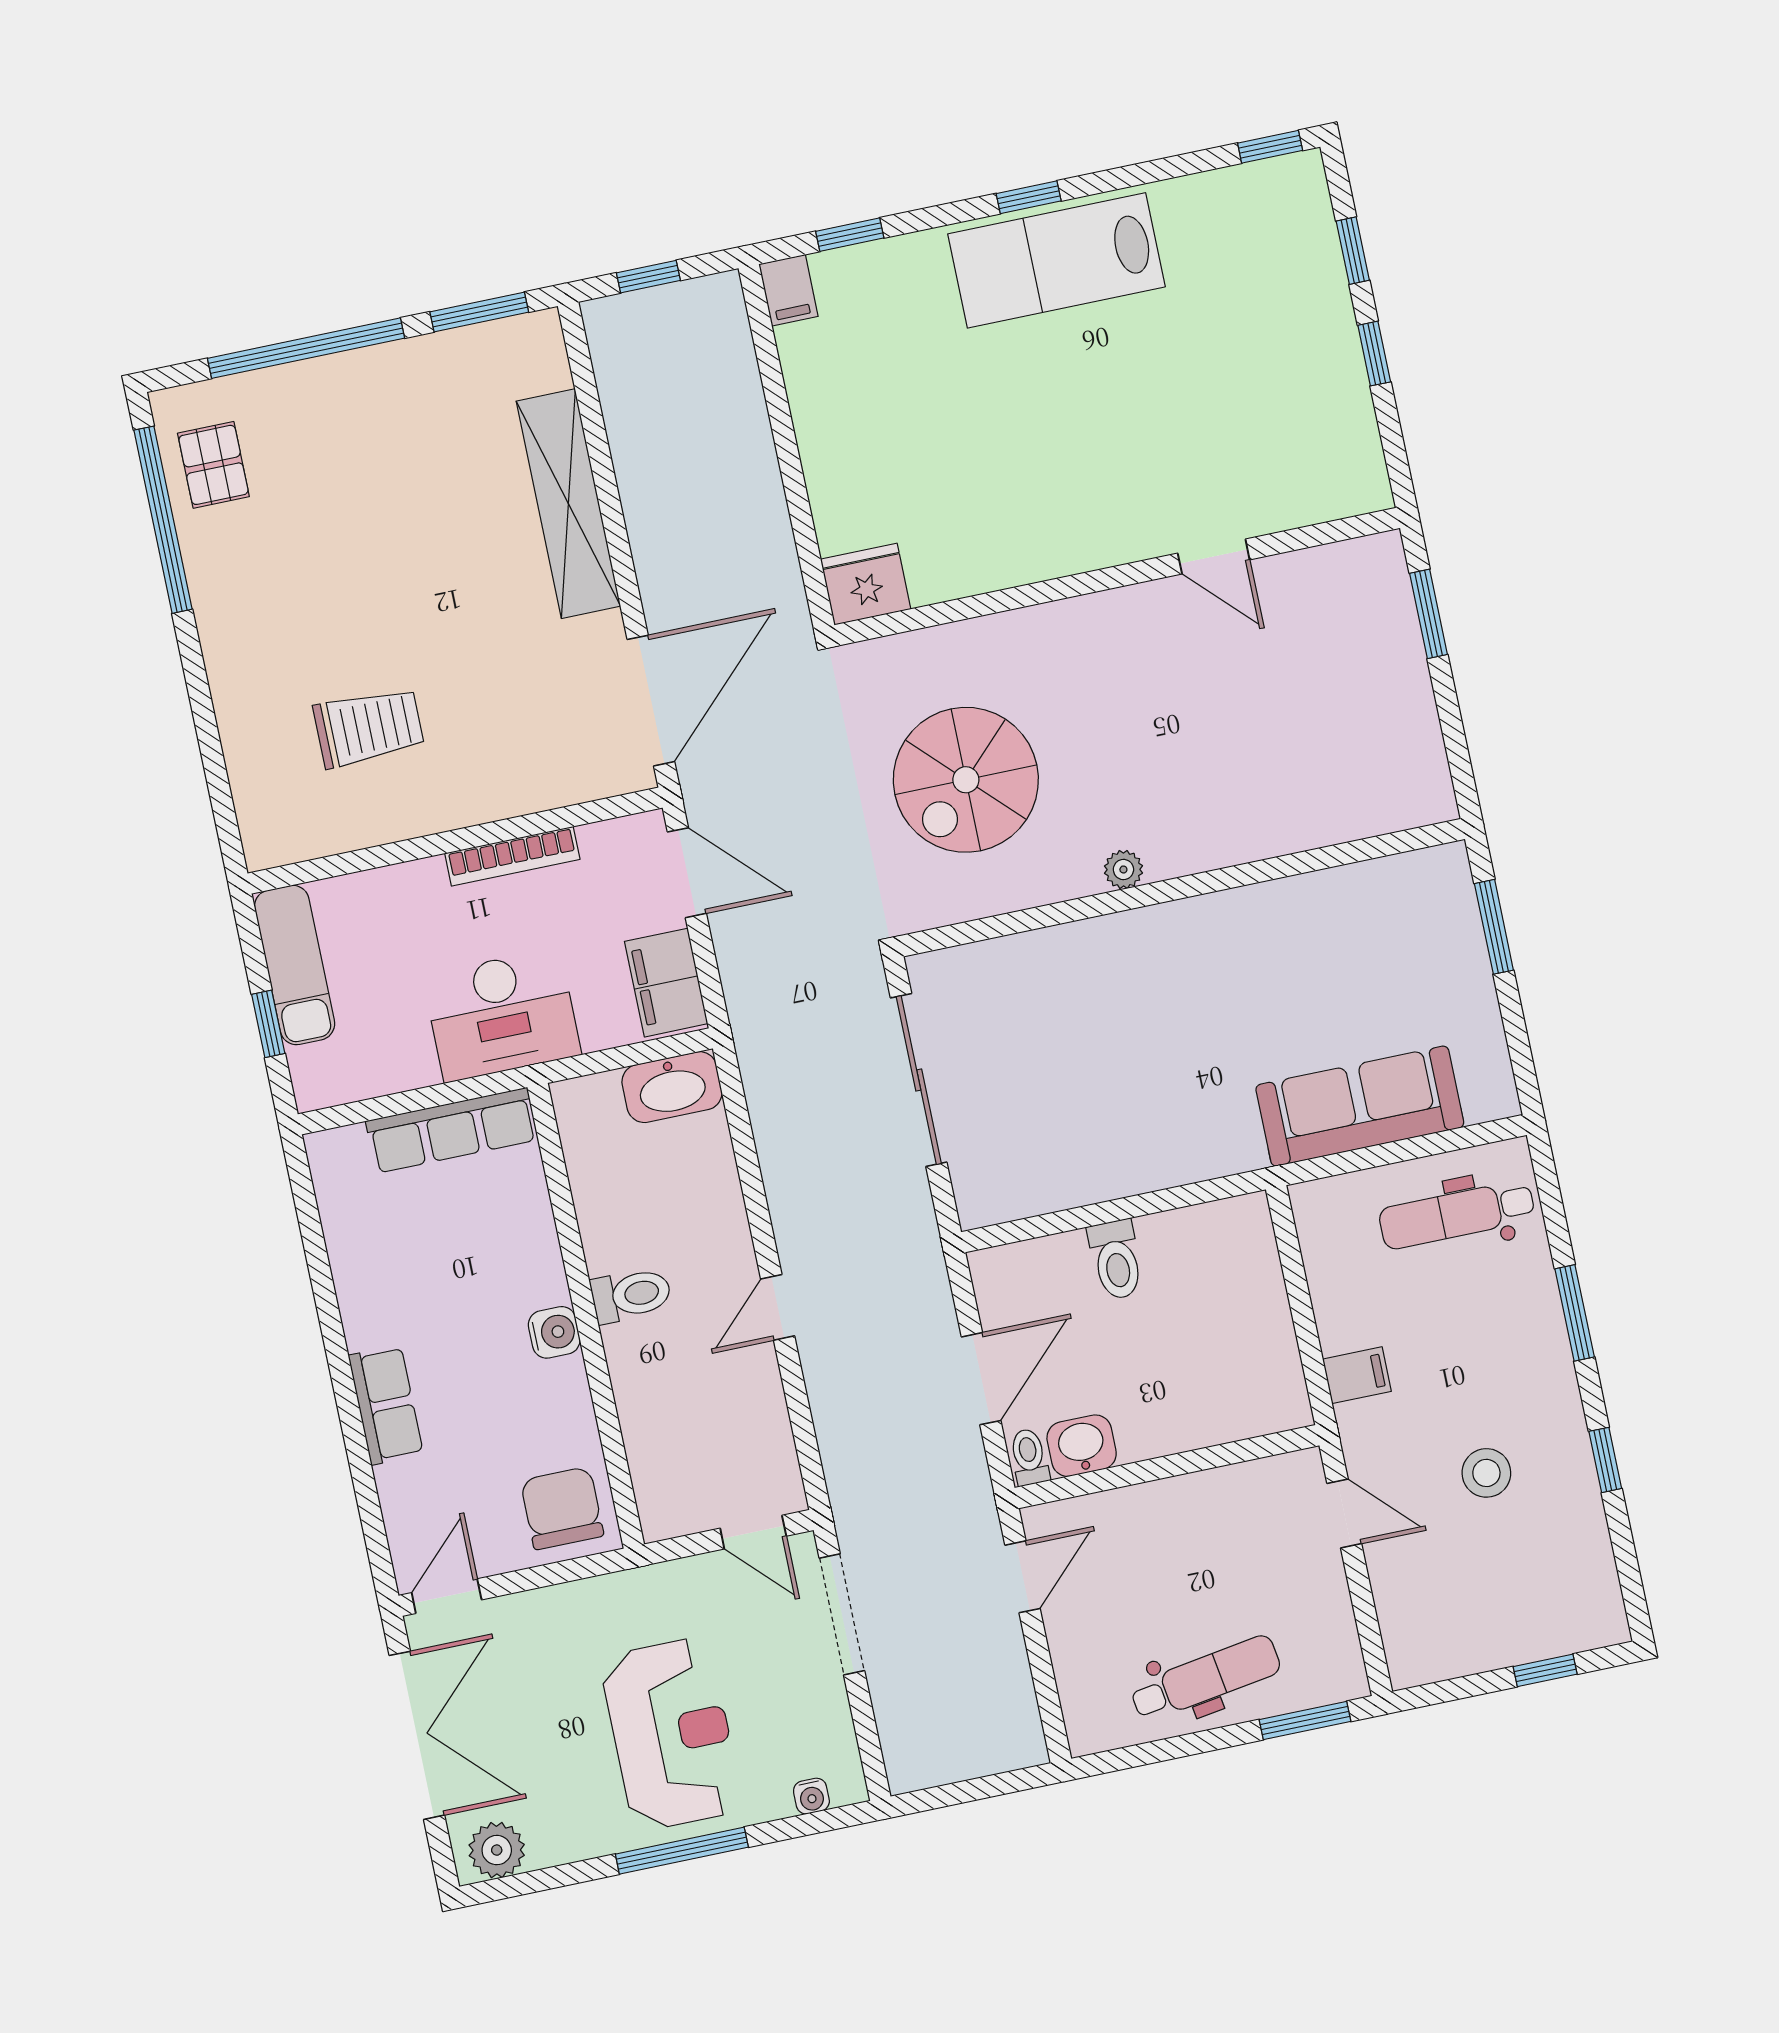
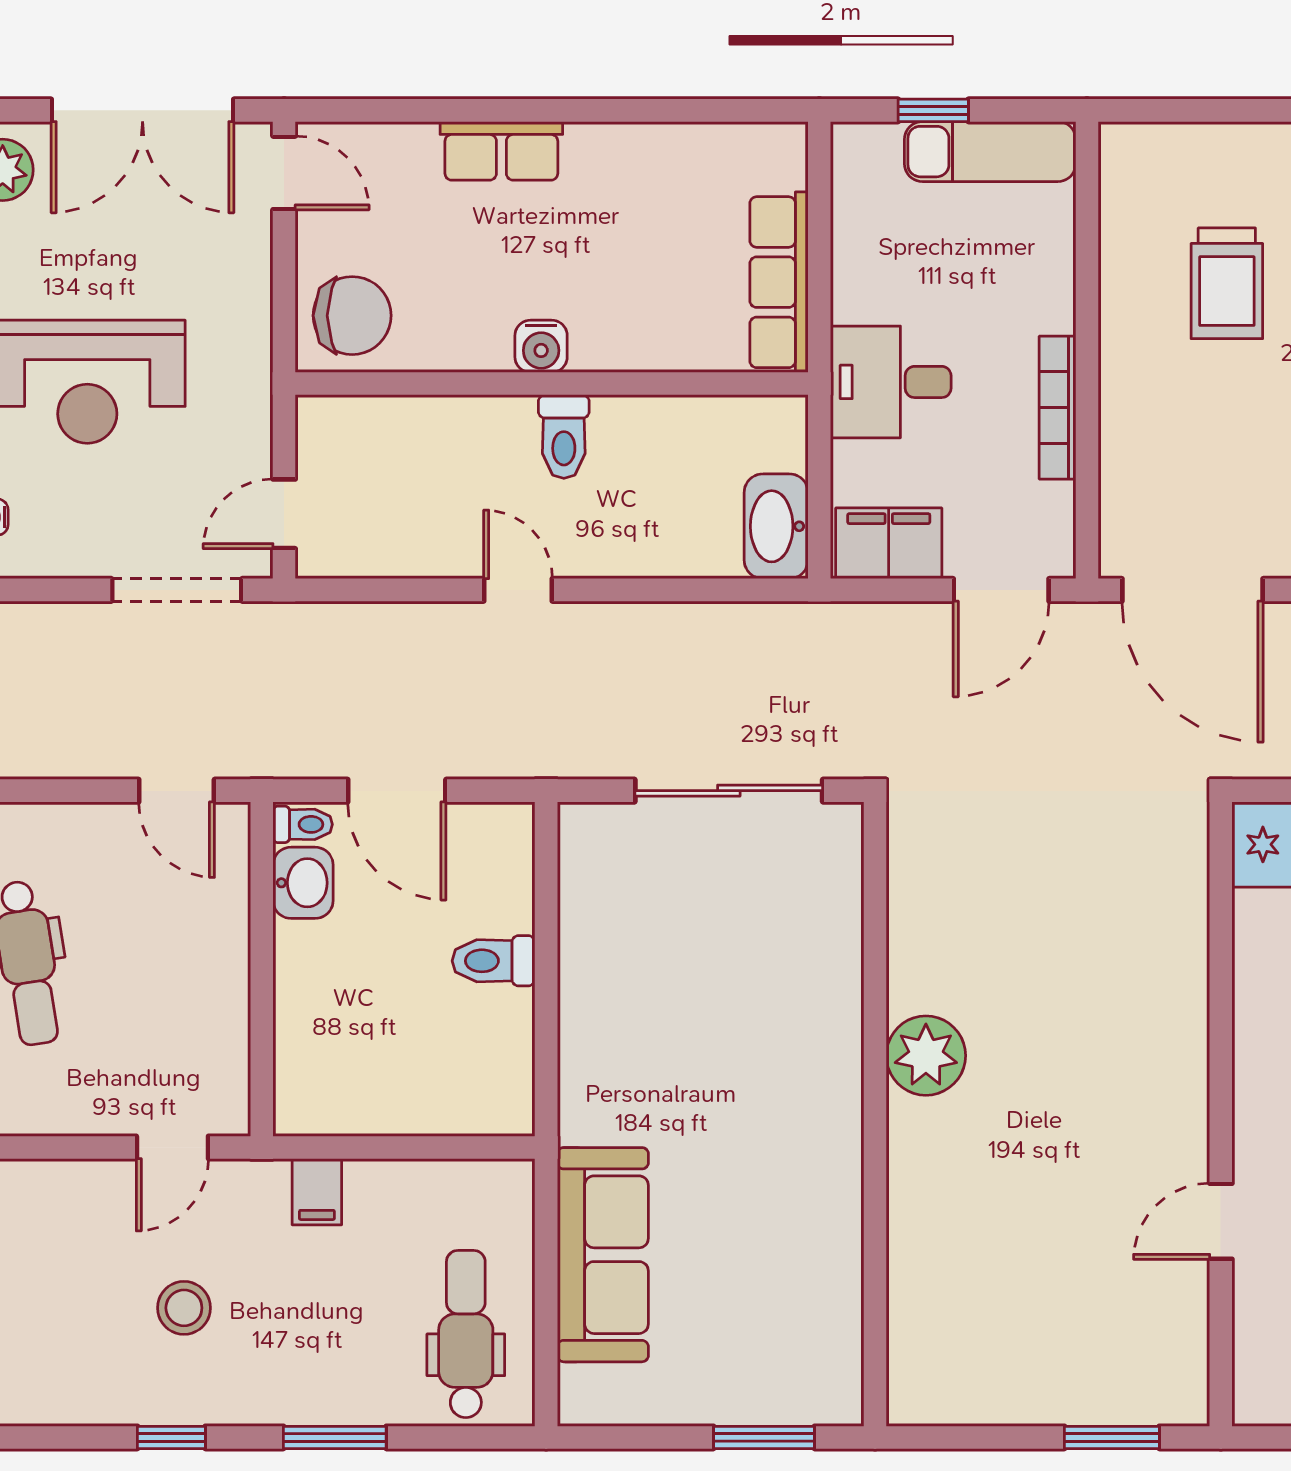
spiral stairs: (966, 780) -> (1038, 908), removed
plant: (1123, 870) -> (926, 1056), width x1.87, depth x1.87
desk: (502, 1015) -> (891, 382), width x0.73

